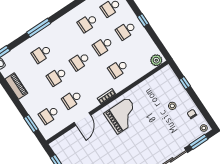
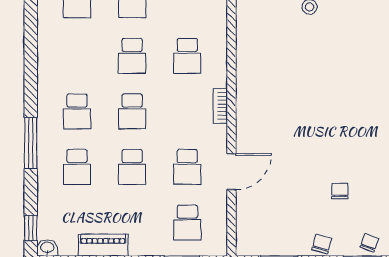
school desk: (88, 23) -> (77, 111), moved
grand piano: (123, 116) -> (271, 101), removed
door: (82, 119) -> (231, 172), hinge flipped

